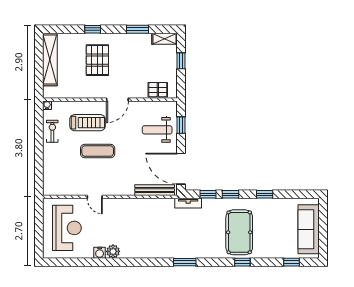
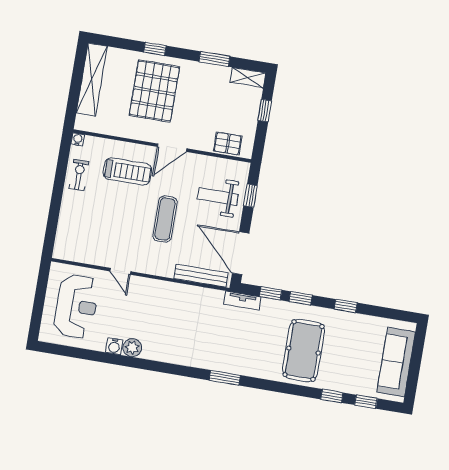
pallet: (97, 60) -> (154, 91), width x1.37, depth x1.41
exercise mat: (98, 151) -> (165, 219), moved, turned 90
window: (242, 262) -> (332, 396), moved

